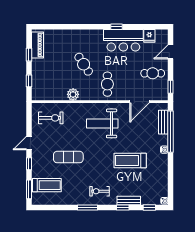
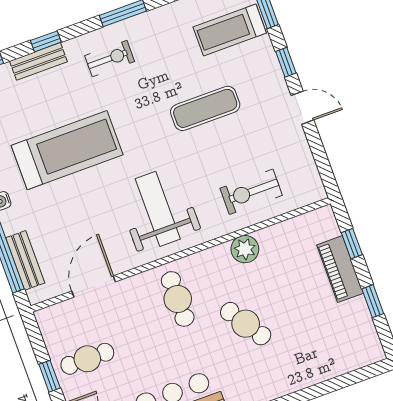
piano: (37, 45) -> (340, 269), moved
window: (170, 87) -> (50, 376), moved
exercise bike: (51, 118) -> (251, 192), moved
weight bench: (102, 123) -> (158, 209), turned -90
door: (29, 143) -> (302, 108), hinge flipped
treadmill: (130, 161) -> (67, 150), width x1.37, depth x1.38

